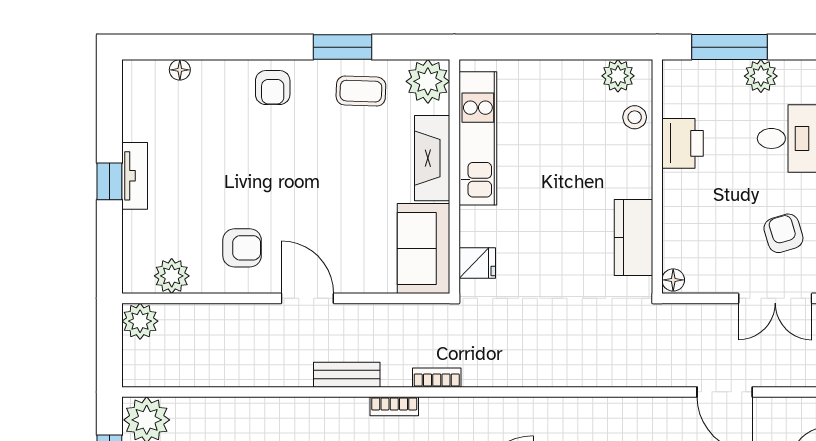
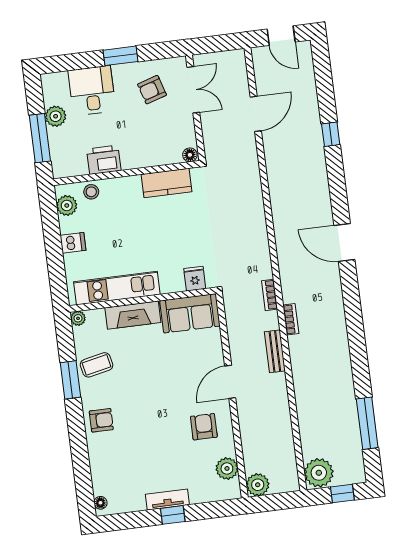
floor lamp: (180, 70) -> (100, 503), moved
dishwasher: (558, 78) -> (73, 243), added
plant: (428, 81) -> (78, 318), width x0.53, depth x0.53
coffee table: (361, 91) -> (97, 365), turned 76

